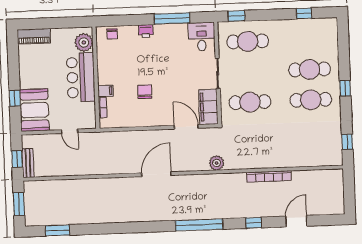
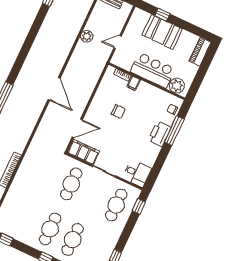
window: (172, 18) -> (174, 131), moved
printer: (146, 31) -> (160, 134), width x1.87, depth x1.48
booth: (34, 110) -> (162, 32), moved
plant: (217, 163) -> (87, 36), moved

